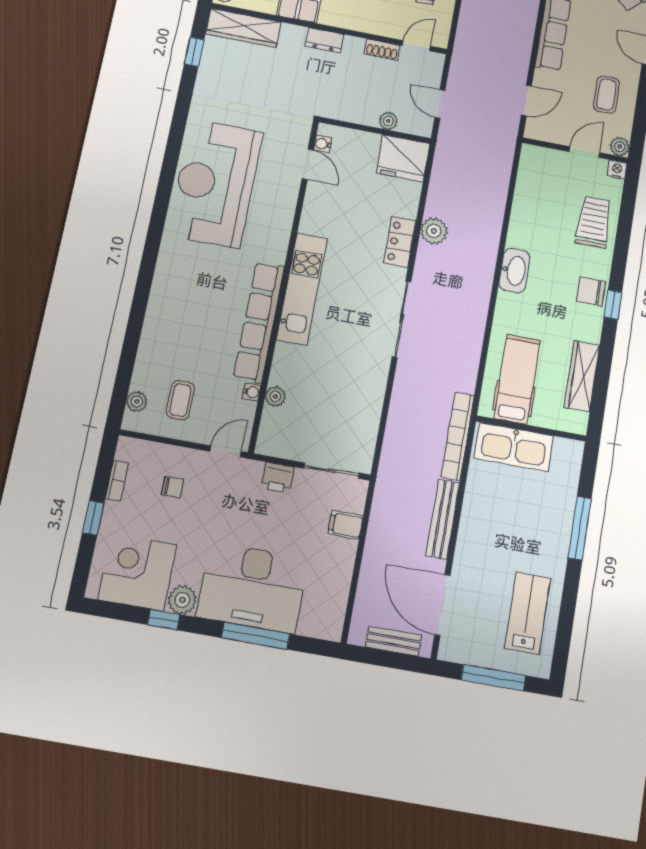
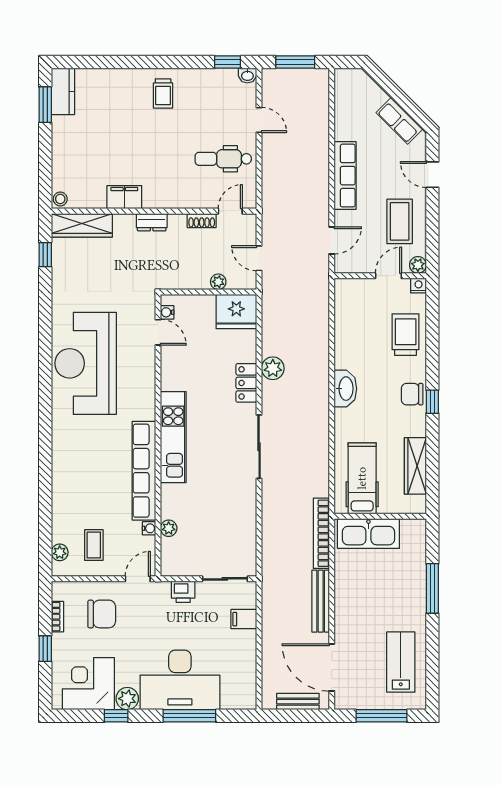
coffee table: (606, 95) -> (400, 221), width x1.36, depth x1.30
chair: (172, 487) -> (102, 614), width x1.87, depth x1.87

